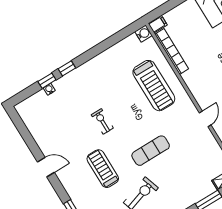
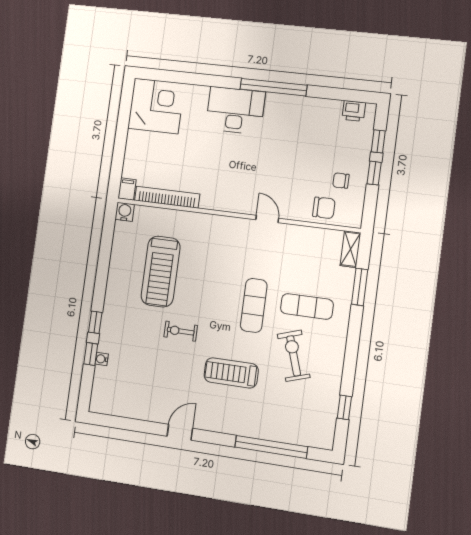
treadmill: (154, 86) -> (161, 272), moved, turned 90
exercise mat: (174, 180) -> (307, 306), added

